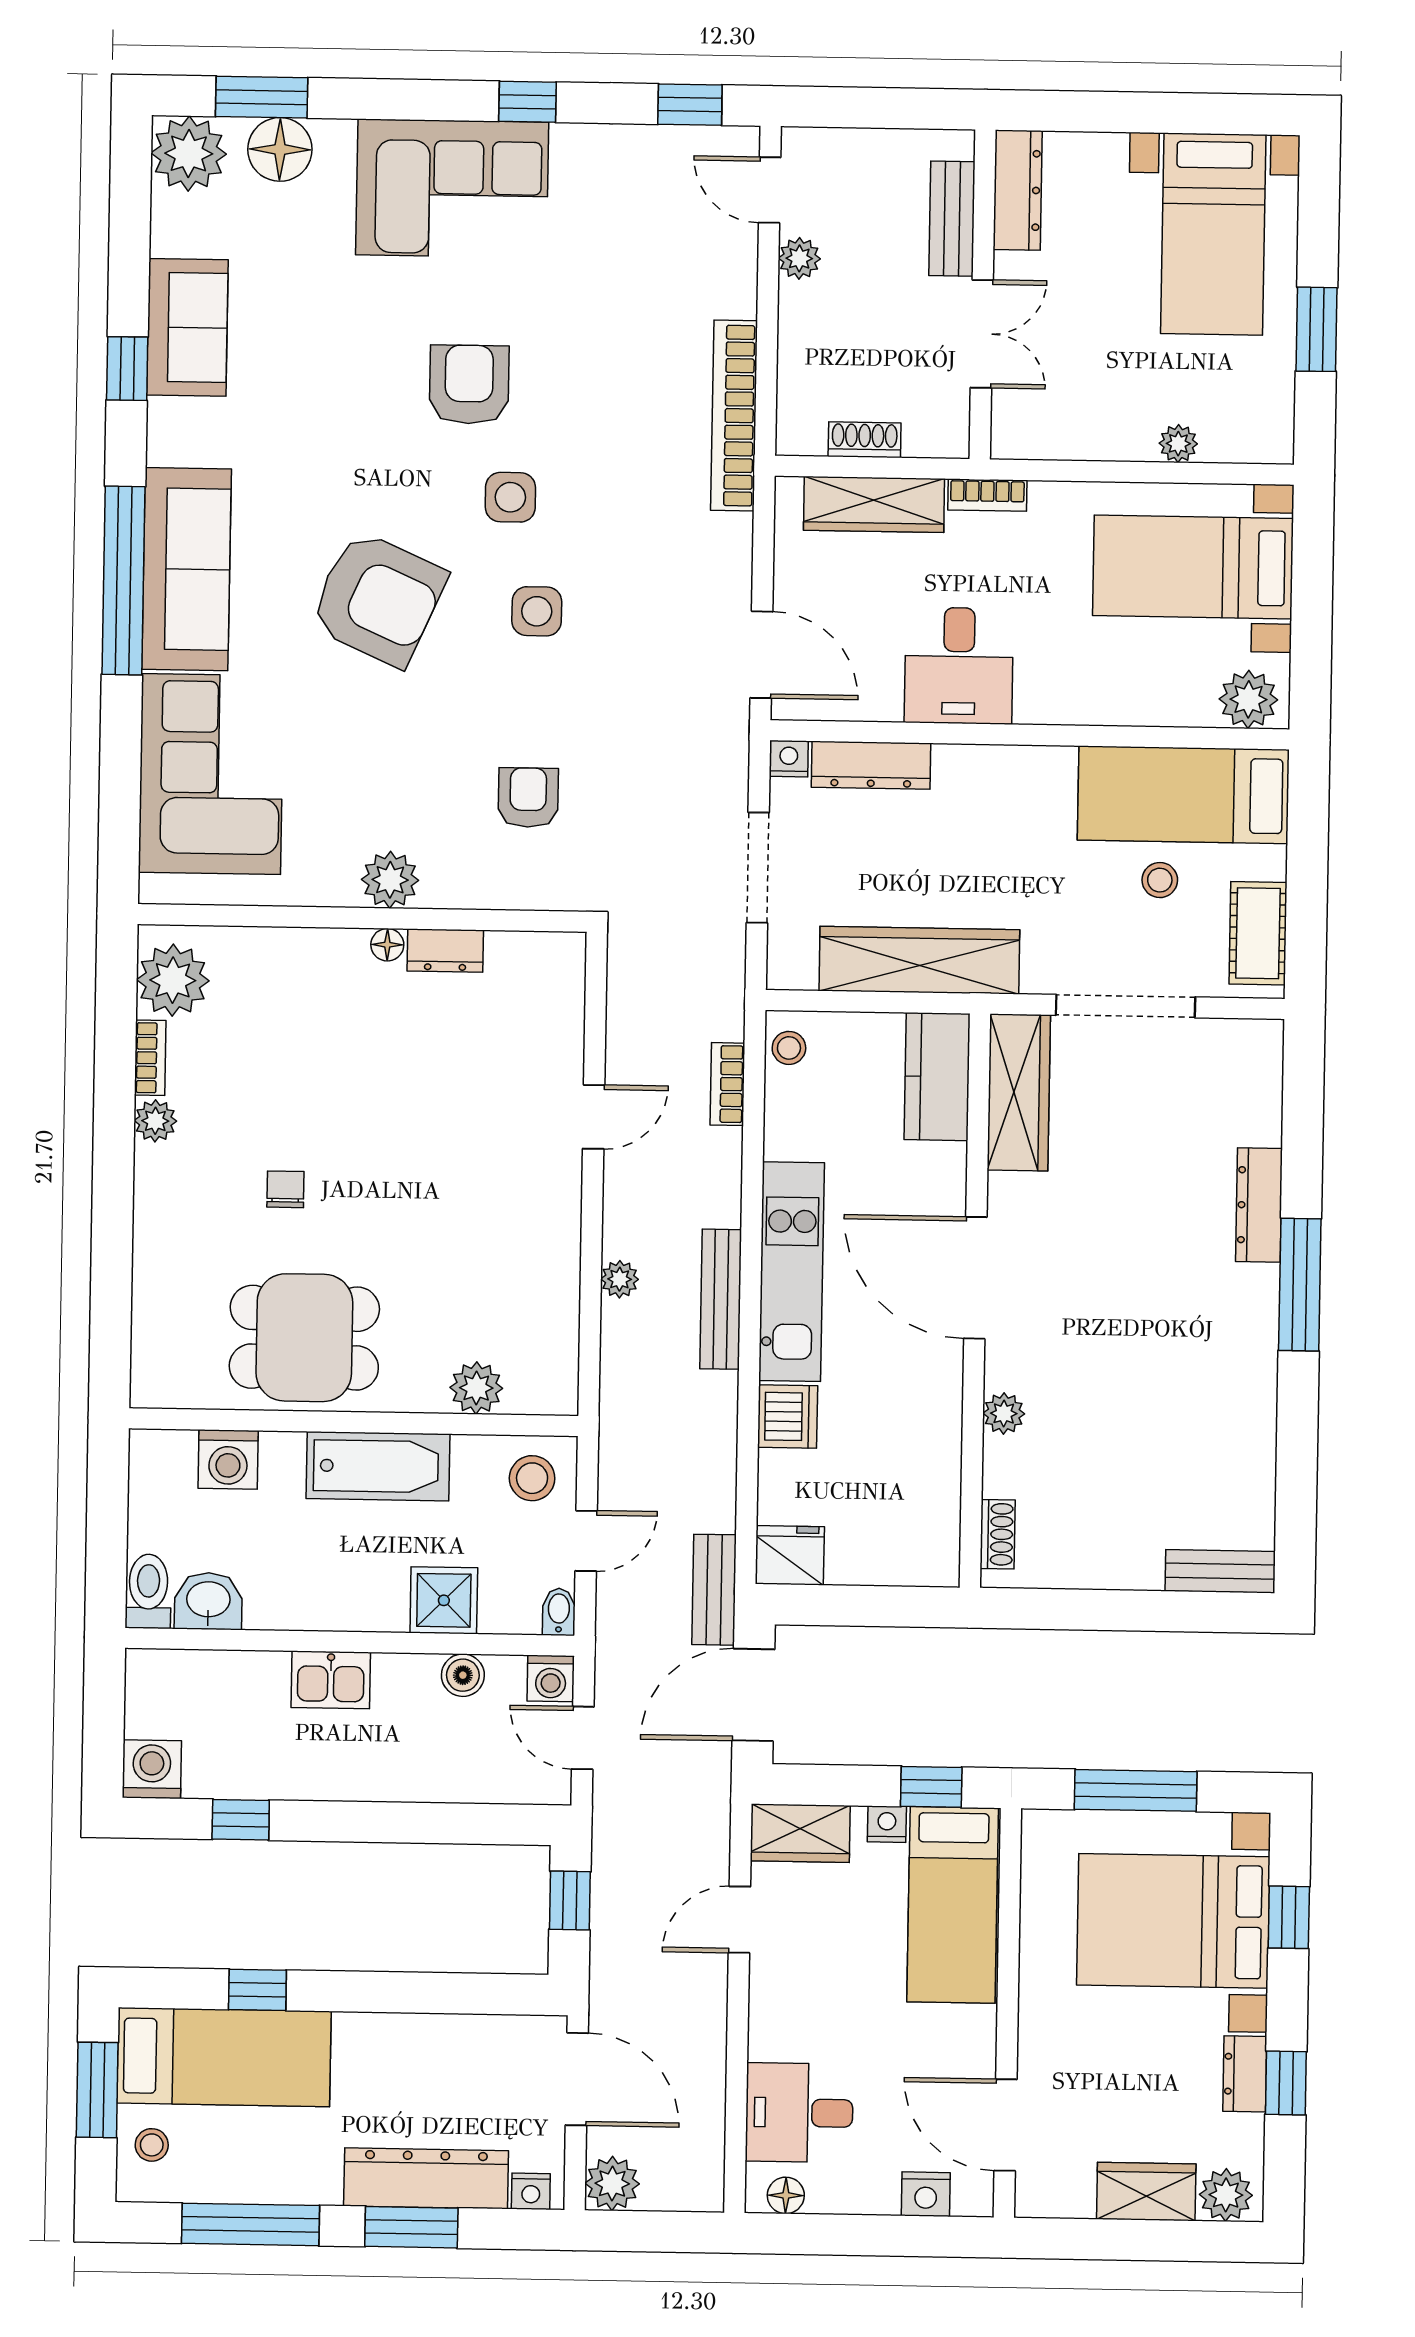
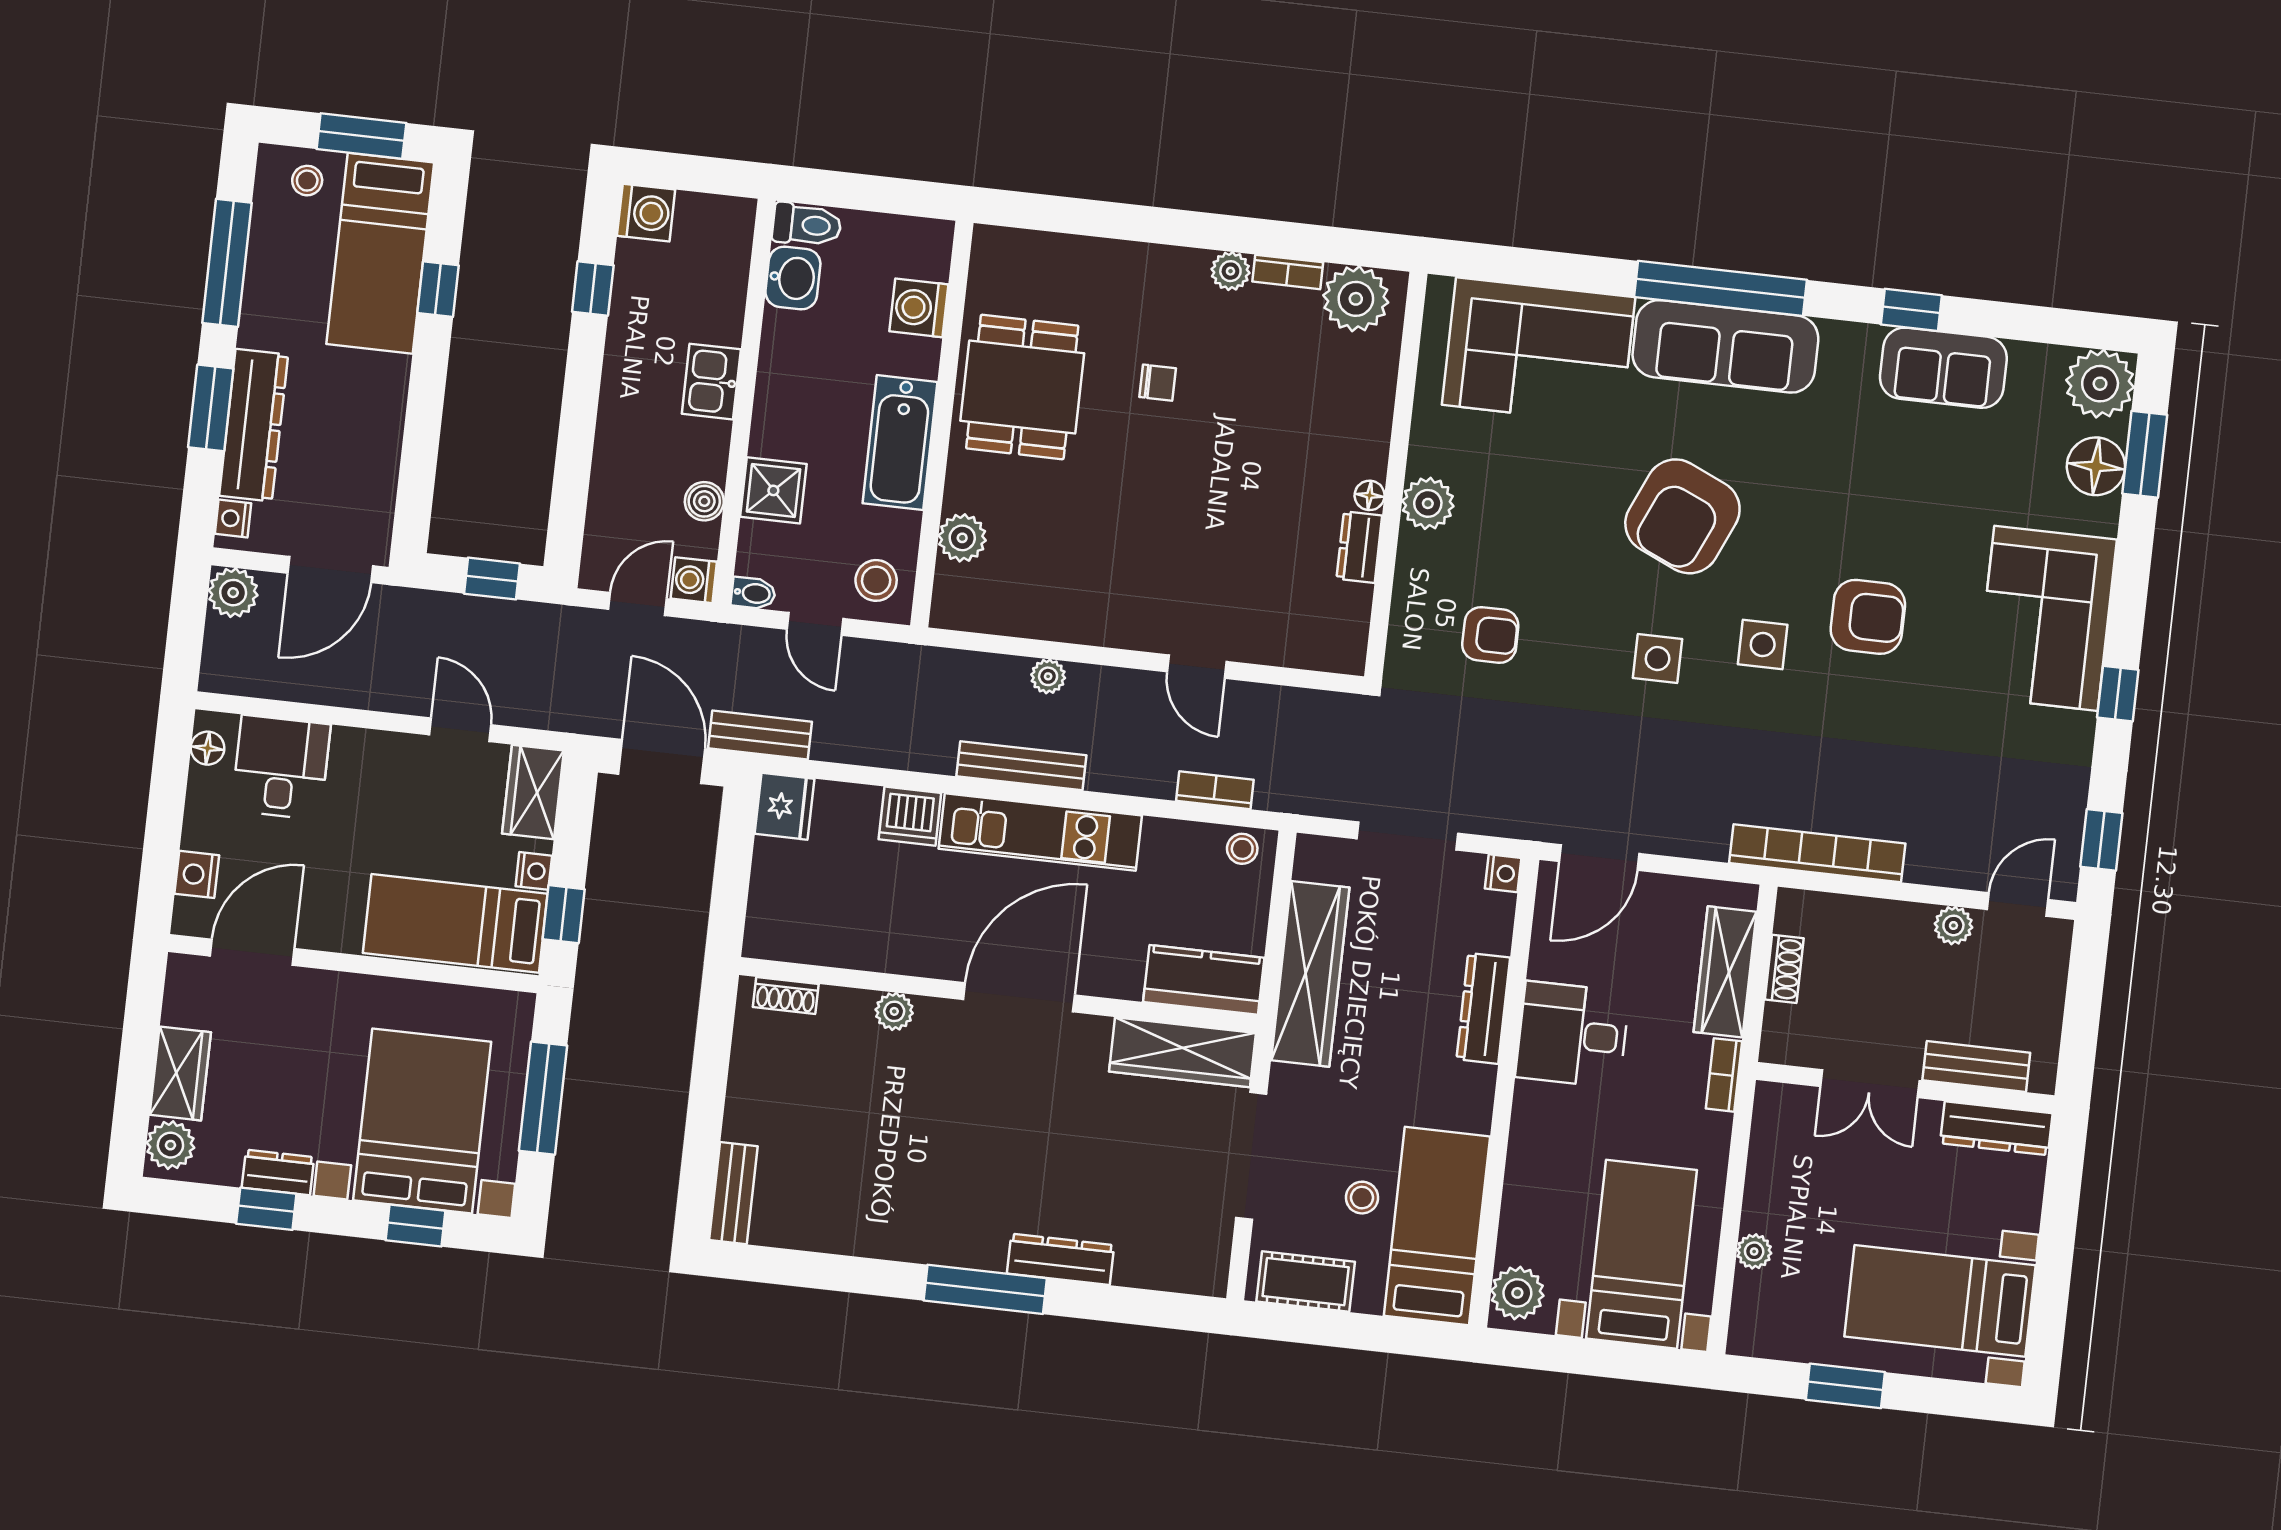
dresser: (871, 765) -> (1483, 1008), moved

